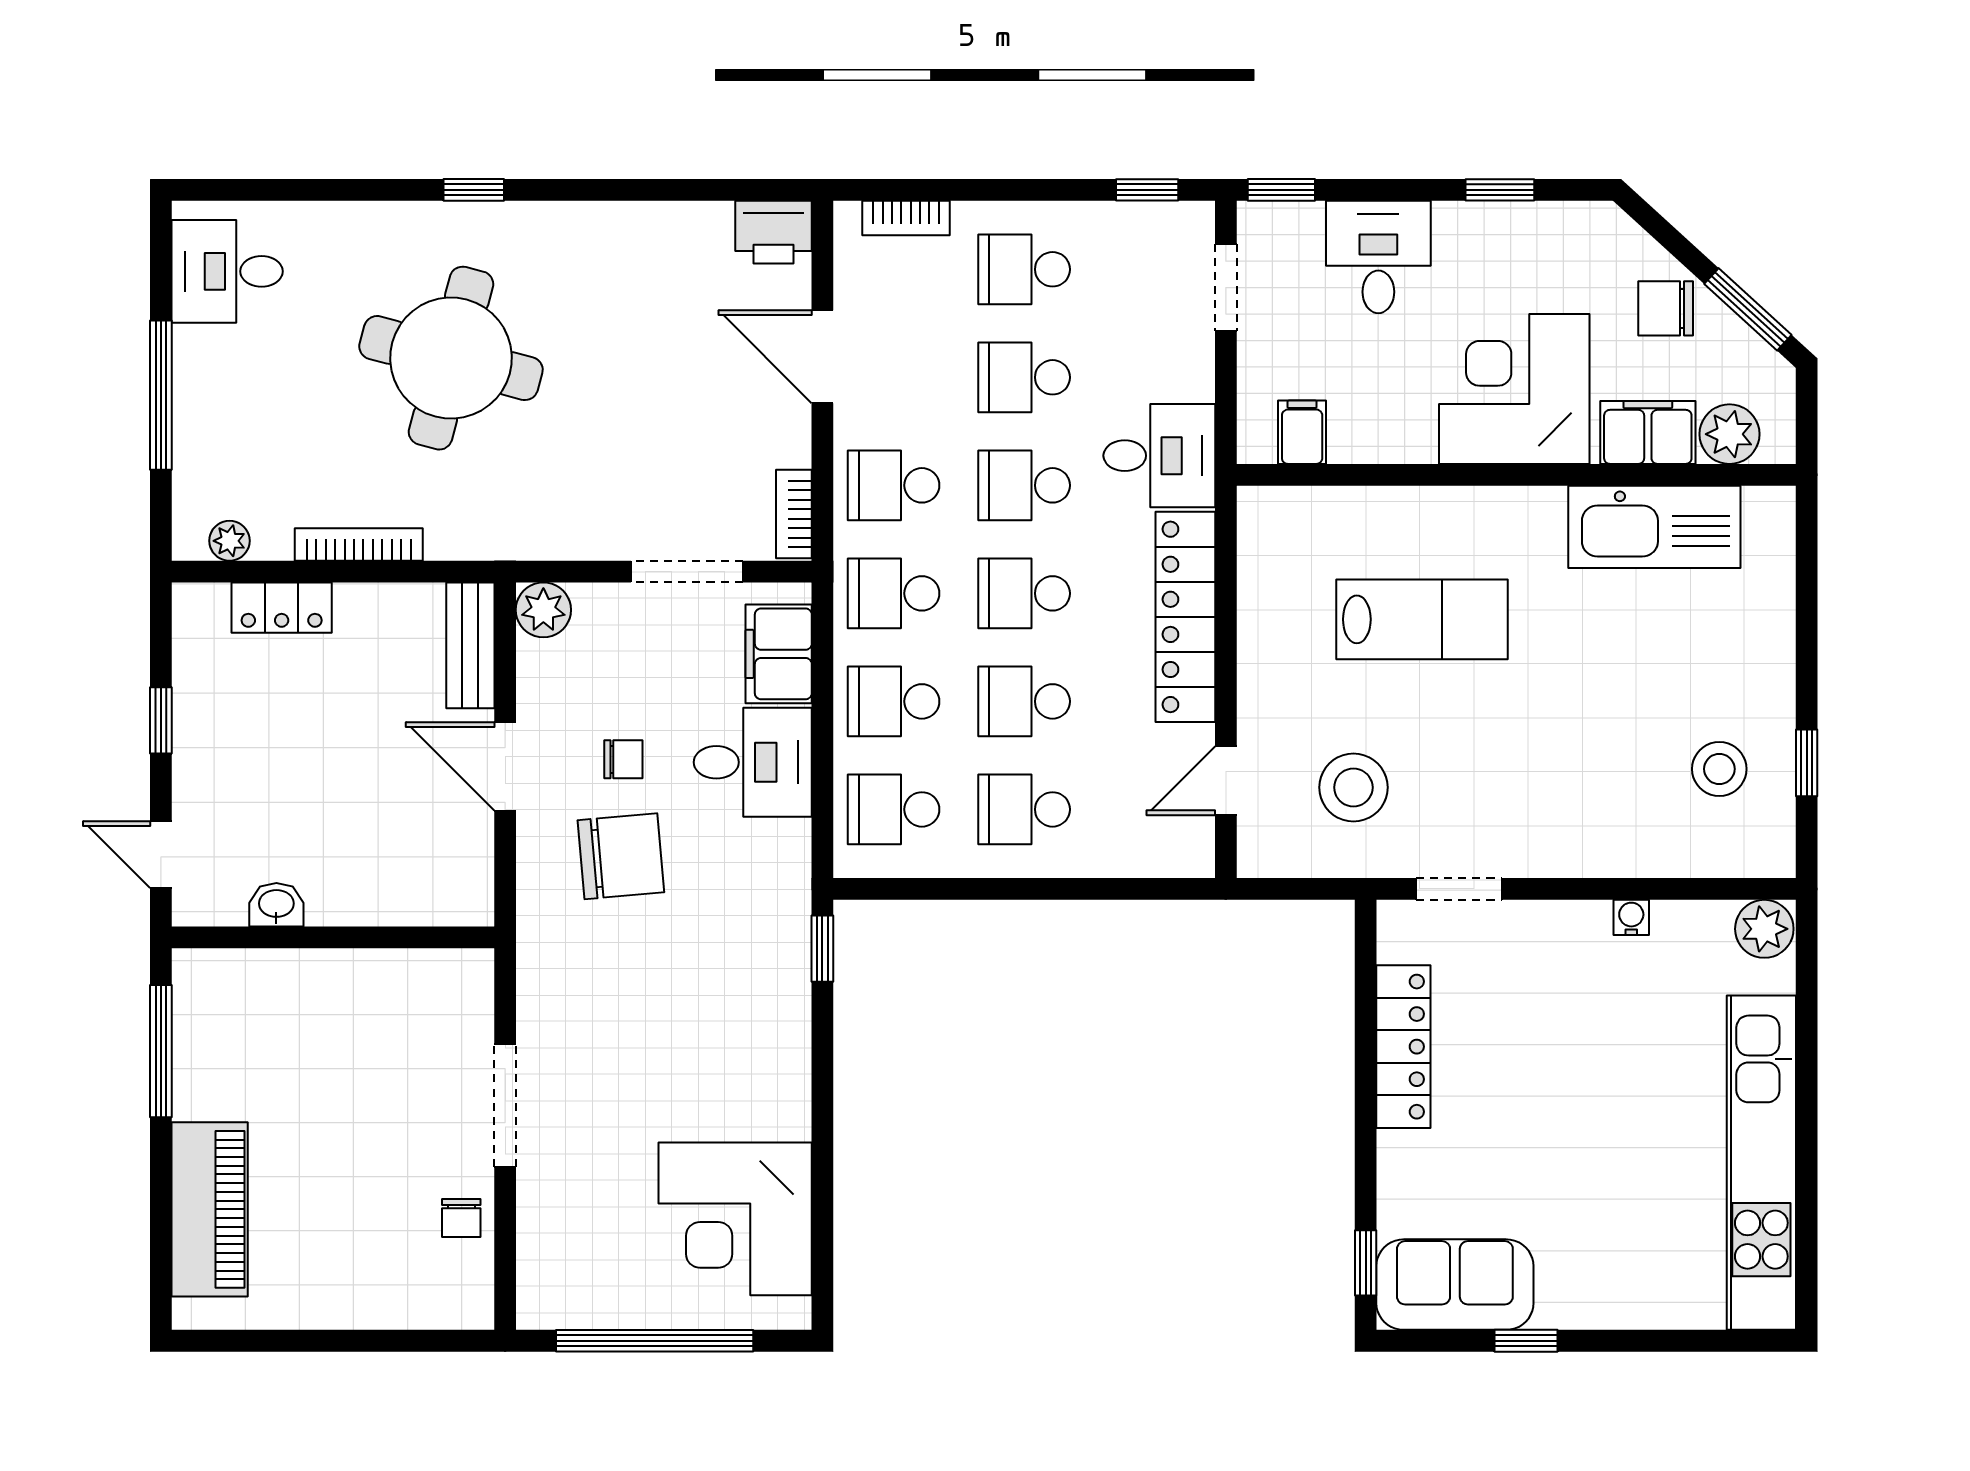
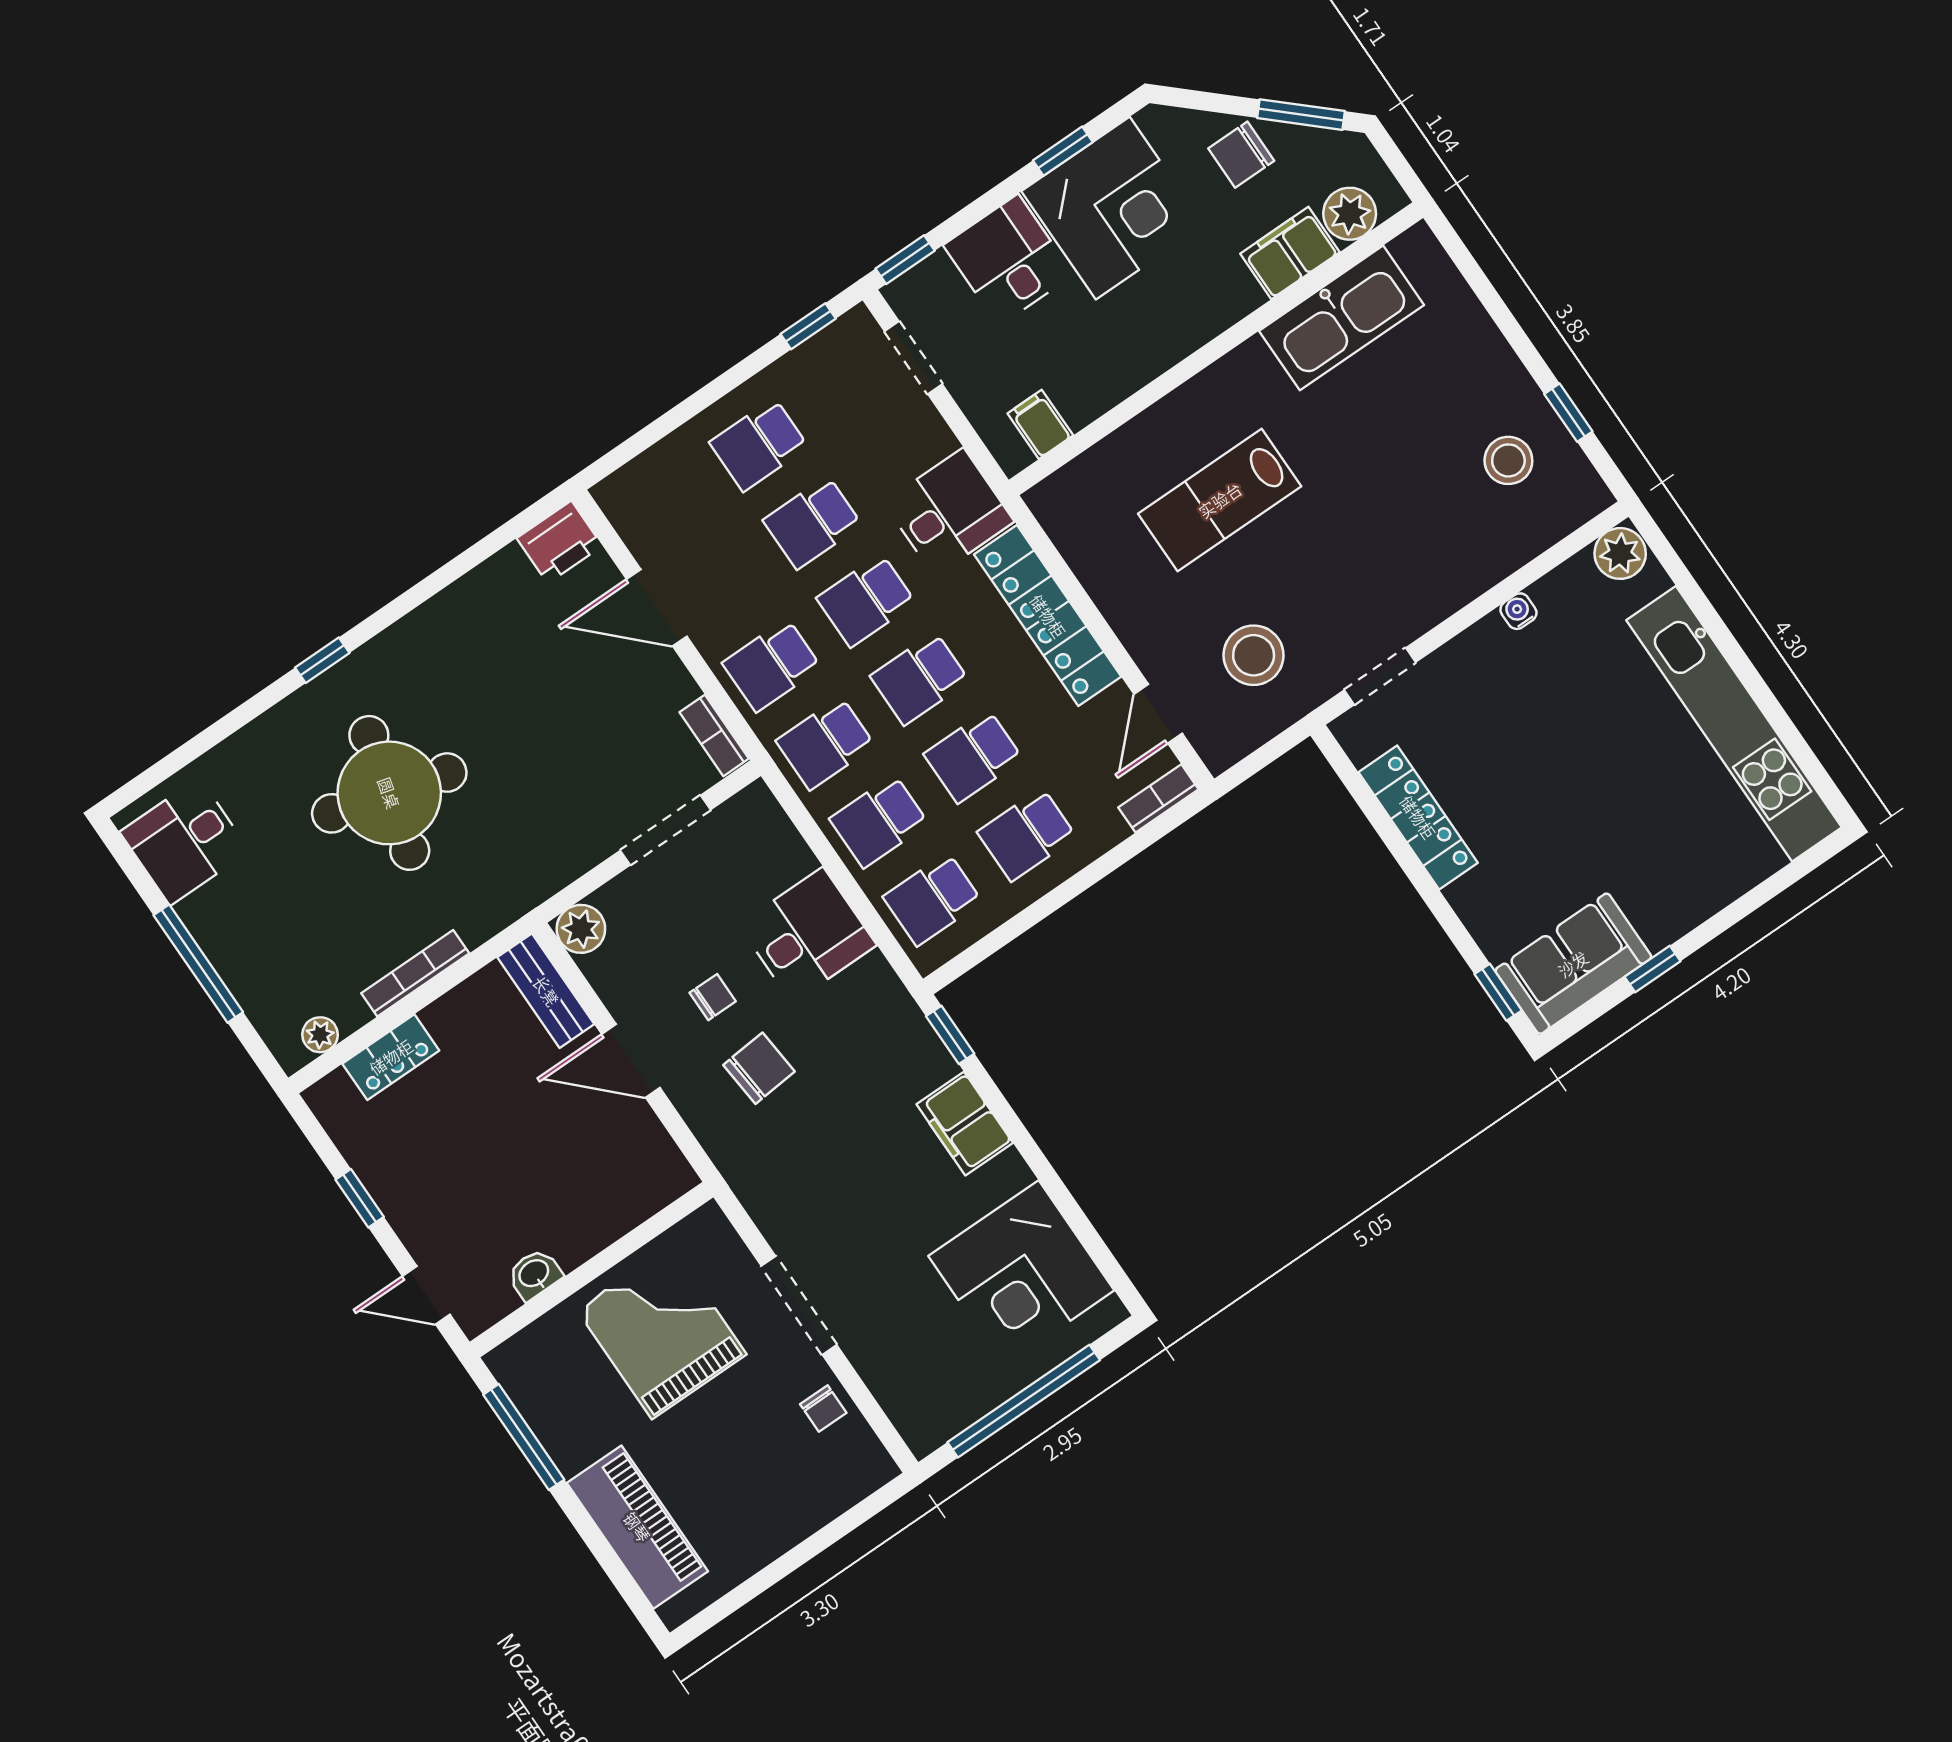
bookcase: (906, 218) -> (1158, 798), moved, turned 180
corner desk: (1514, 389) -> (1113, 208), moved, turned 180
lab bench: (1422, 619) -> (1220, 500), turned 180
filing cabinet: (779, 654) -> (965, 1124), moved
chair: (621, 856) -> (759, 1068), width x0.73, depth x0.73
grand piano: (359, 1042) -> (662, 1332), added

